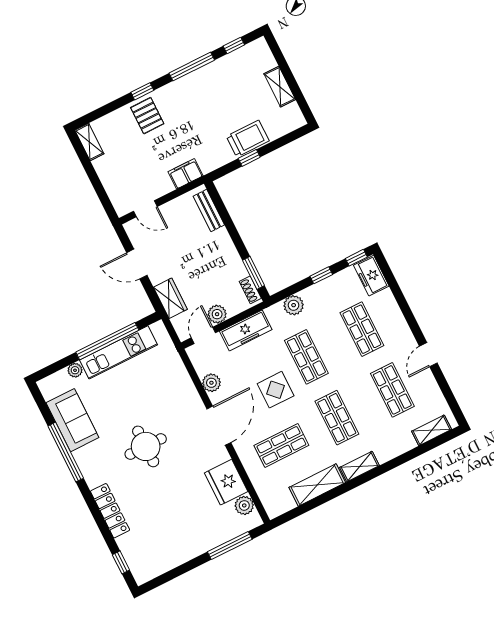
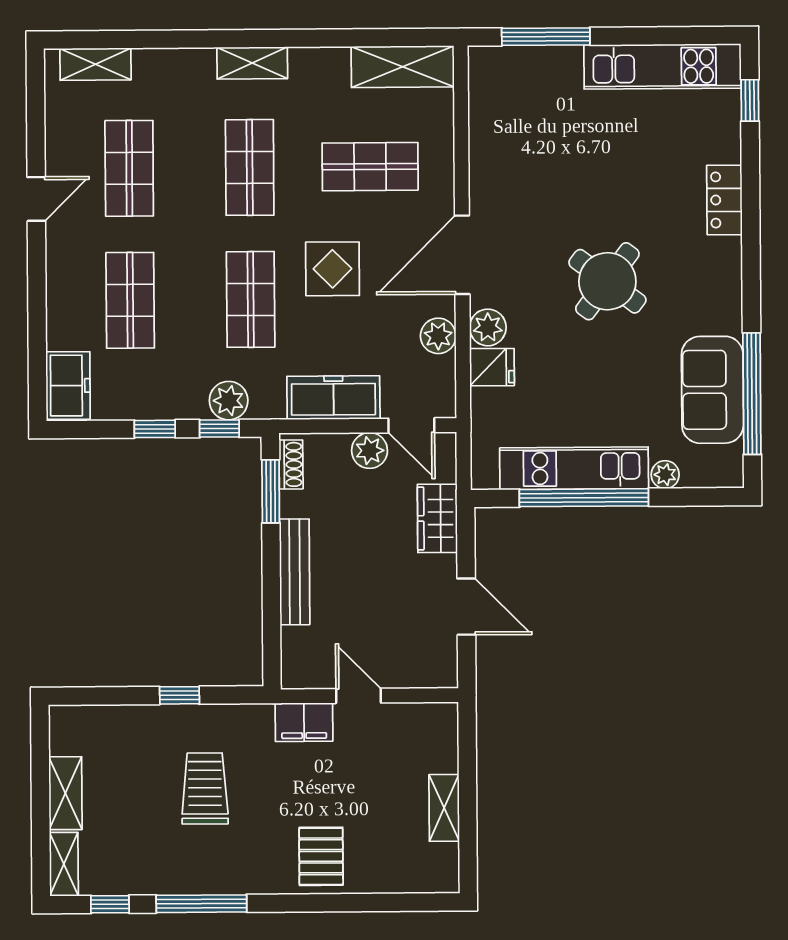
shelving: (264, 53) -> (64, 864), added
window: (142, 91) -> (309, 903), removed
trolley: (248, 139) -> (205, 788), moved, turned 90
shelving: (89, 142) -> (444, 808), moved
door: (145, 209) -> (358, 696), moved
bench: (209, 211) -> (295, 572), moved, width x1.36
window: (356, 258) -> (219, 428), moved
door: (203, 335) -> (411, 425), hinge flipped
round table: (146, 446) -> (607, 281), turned 37
window: (66, 452) -> (752, 394), moved
fridge: (226, 482) -> (492, 367), moved, width x0.53, depth x0.75
shelving: (317, 485) -> (403, 67), moved
plant: (244, 505) -> (488, 327), moved
locker: (110, 511) -> (724, 200), width x0.66
kitchen unit: (169, 558) -> (663, 66), added

